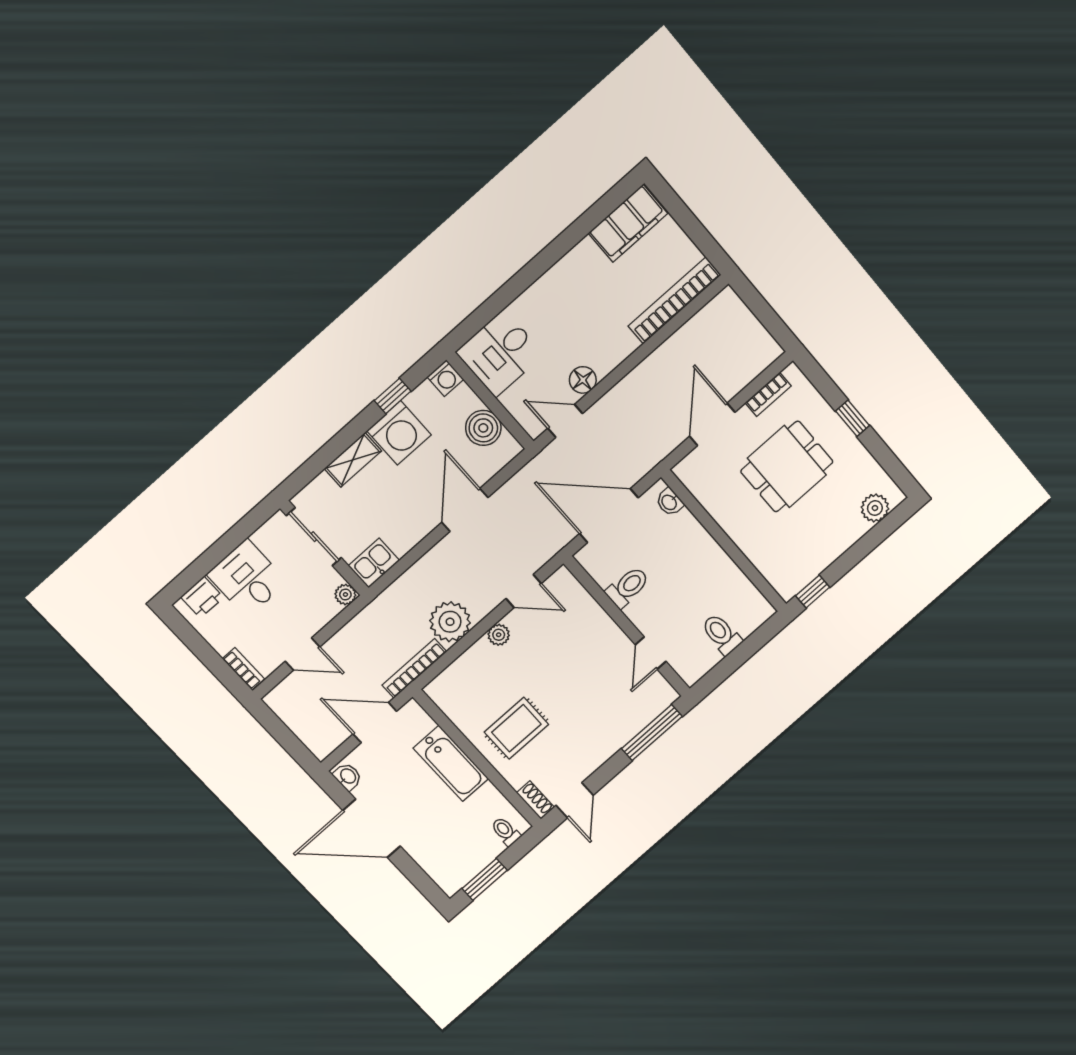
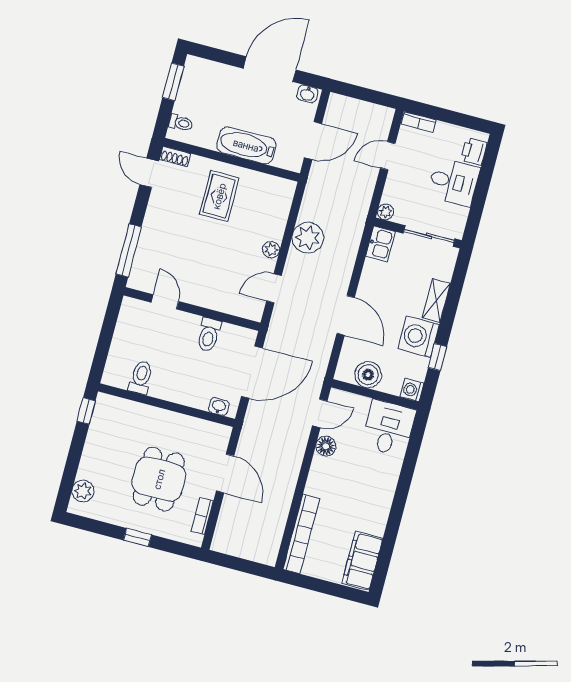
toilet: (722, 634) -> (141, 377), moved, turned -90
bookcase: (414, 668) -> (311, 193), removed

